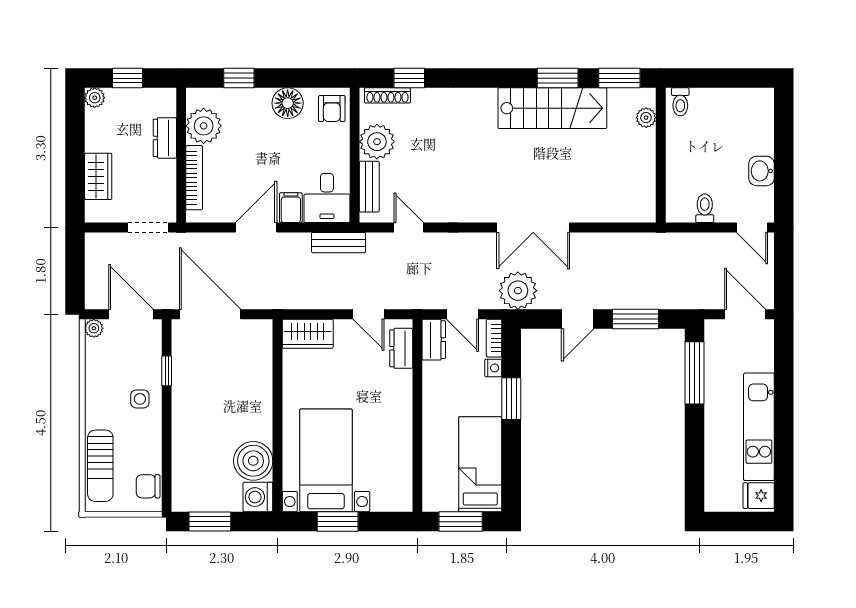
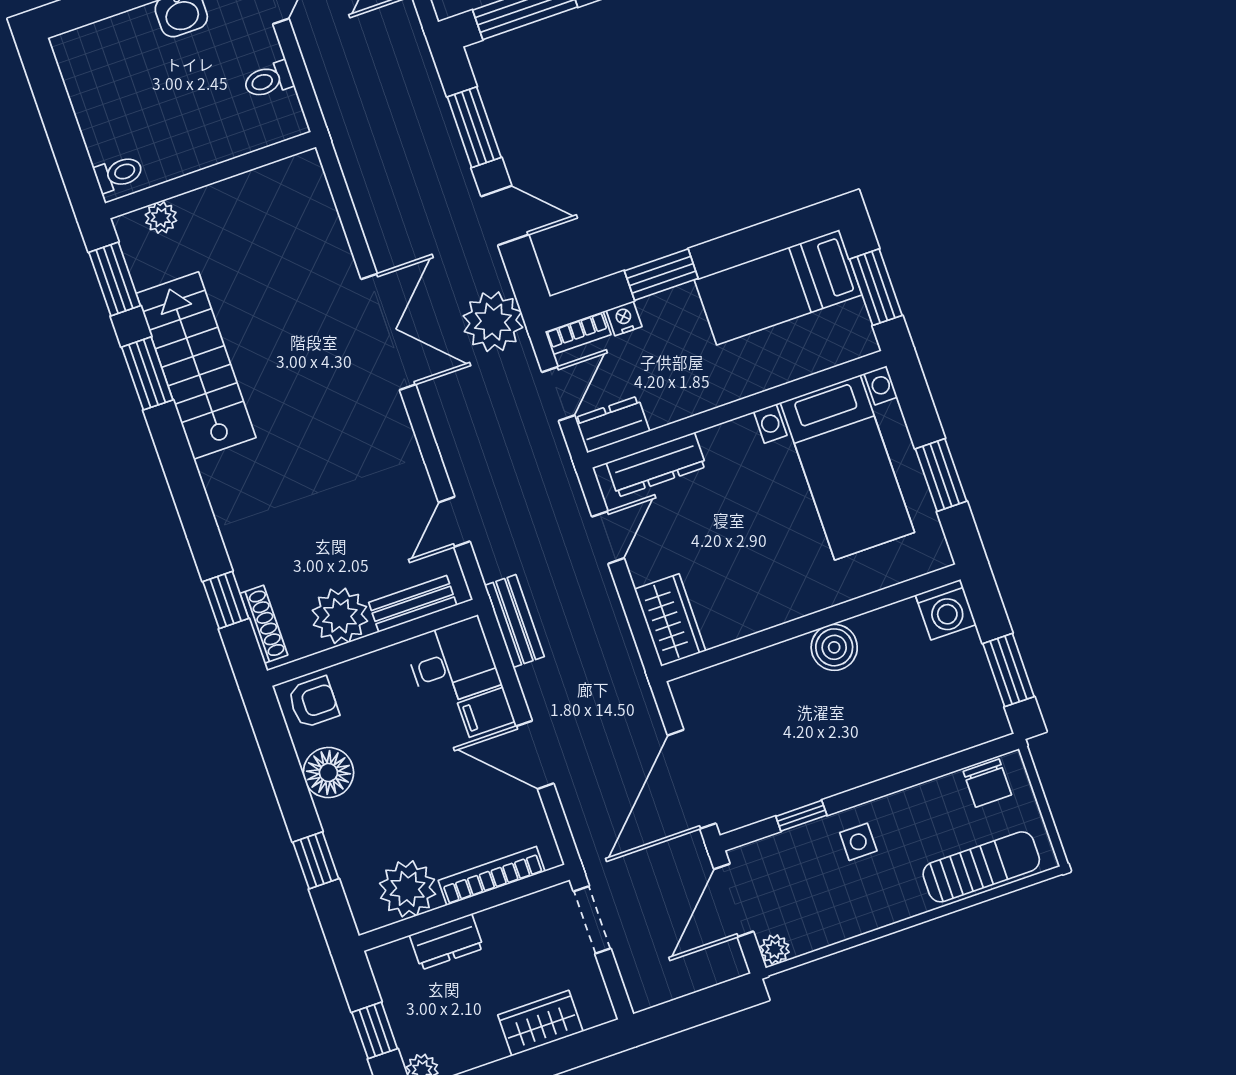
dresser: (401, 348) -> (656, 465), width x1.44
bed with nightstands: (326, 460) -> (847, 467), moved, turned -90
boiler: (253, 461) -> (834, 647), moved, width x0.73, depth x0.73

